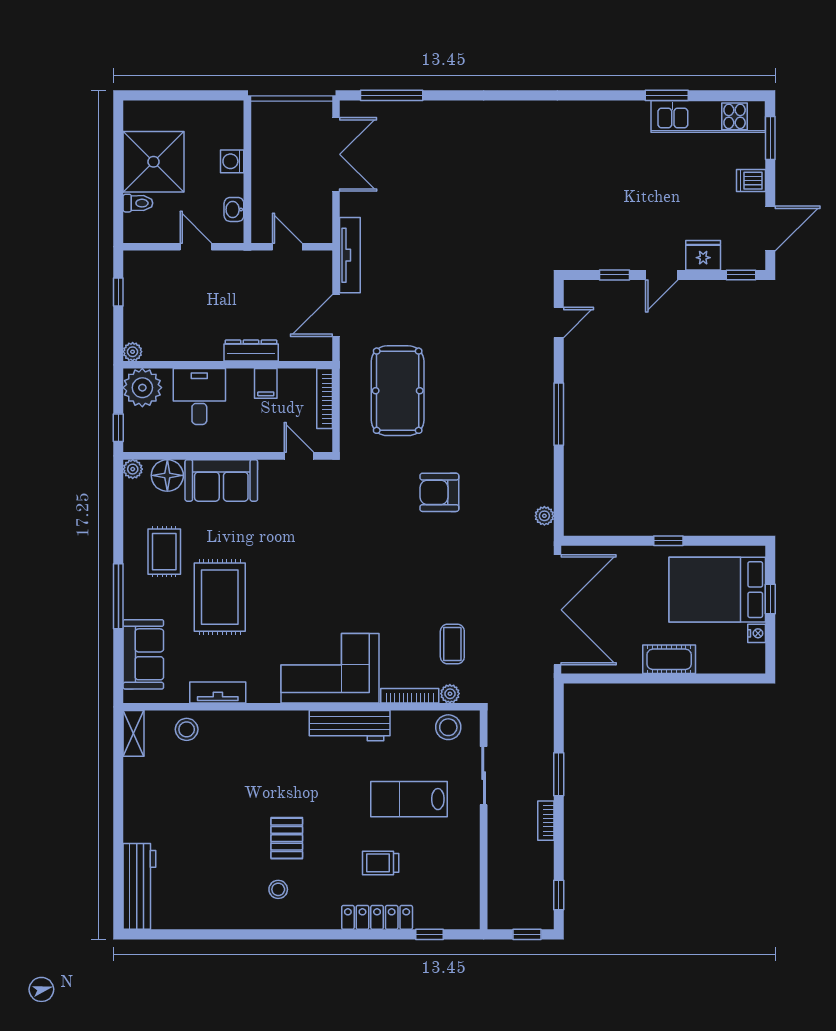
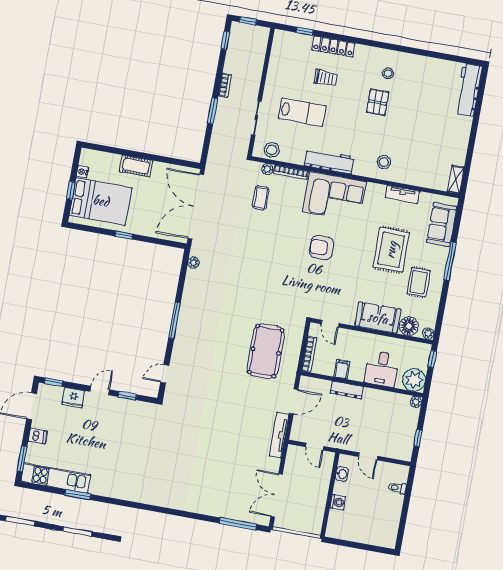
shower: (154, 162) -> (384, 510), removed
armchair: (439, 492) -> (322, 248), moved, turned 180
stool: (187, 729) -> (384, 162), moved

